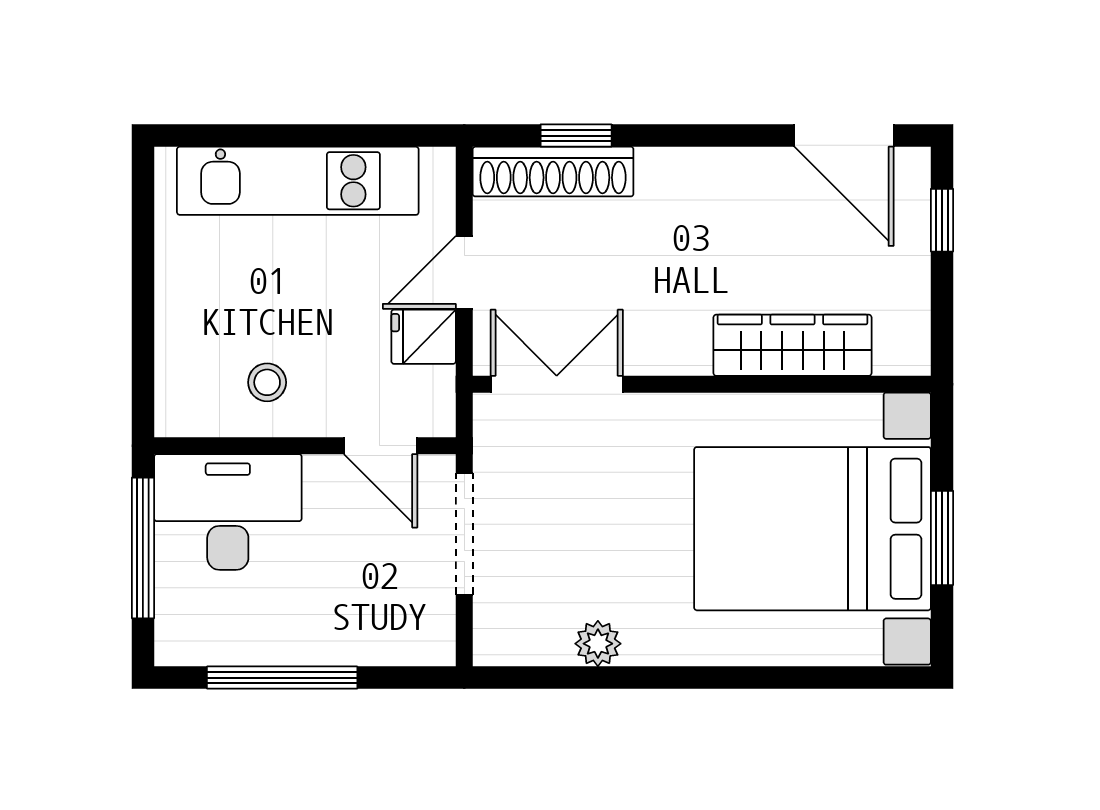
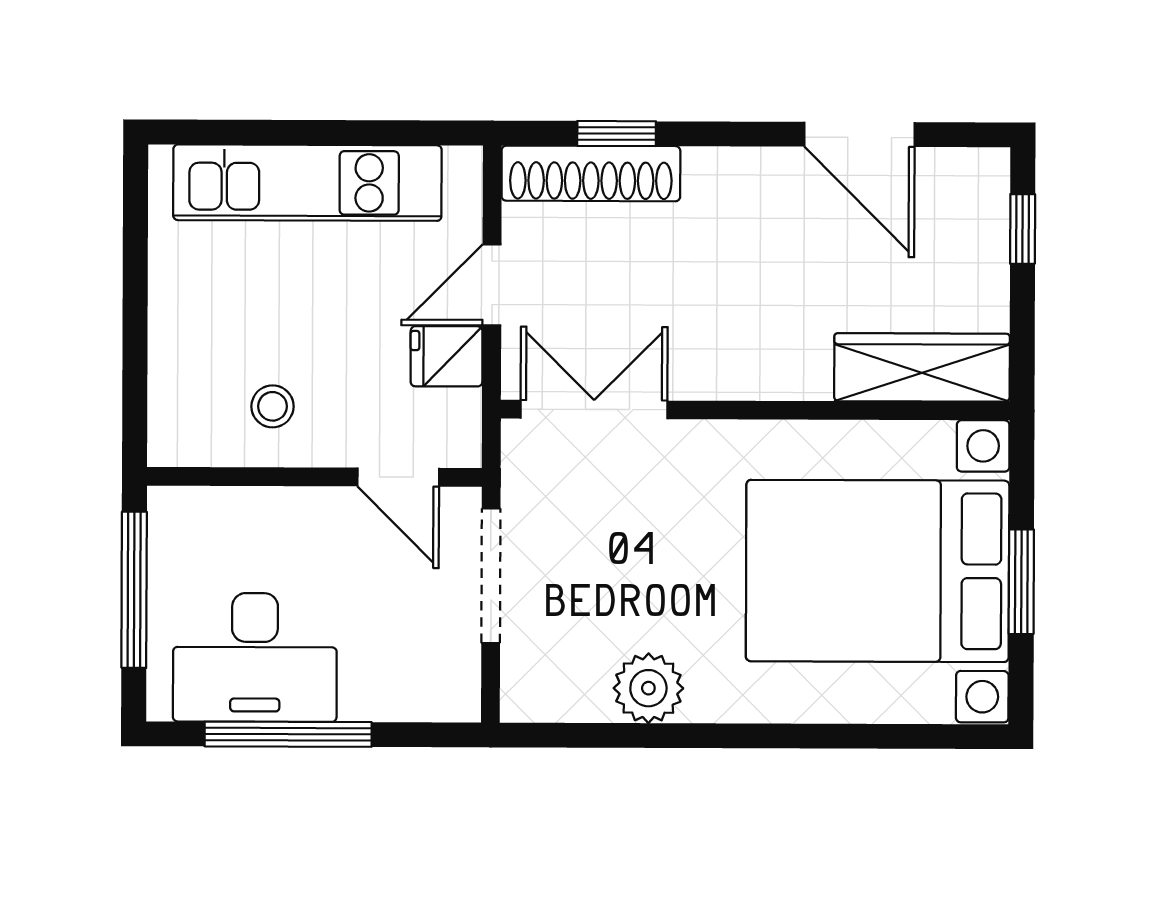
door: (844, 136) -> (860, 134), moved
wardrobe: (792, 345) -> (922, 367), moved
desk: (228, 512) -> (255, 657), moved, turned 180
plant: (598, 644) -> (648, 688), width x1.38, depth x1.38

